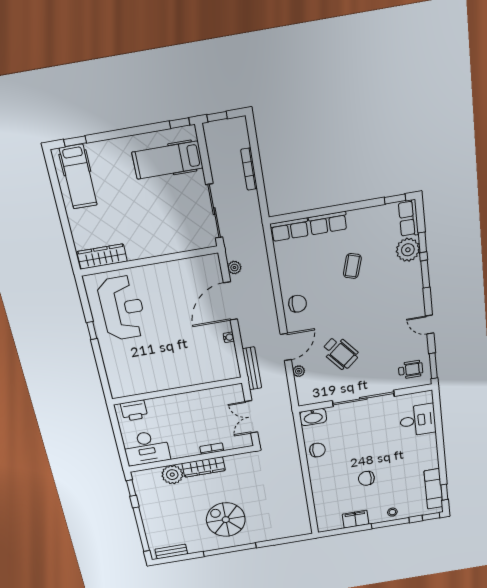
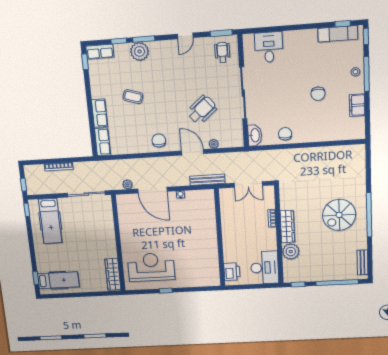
plant: (408, 250) -> (140, 51), moved

